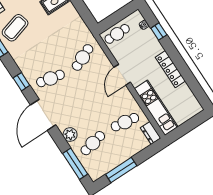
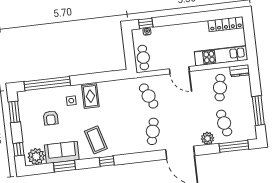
window: (159, 31) -> (146, 23), moved
locker: (170, 69) -> (226, 24), moved
window: (21, 82) -> (143, 157), removed

